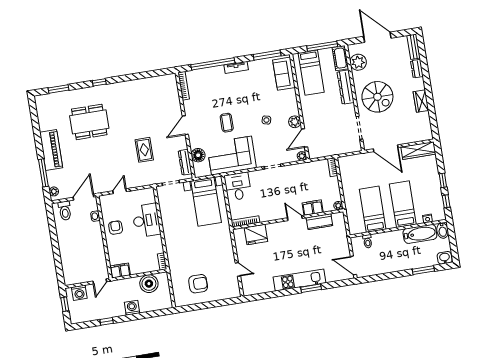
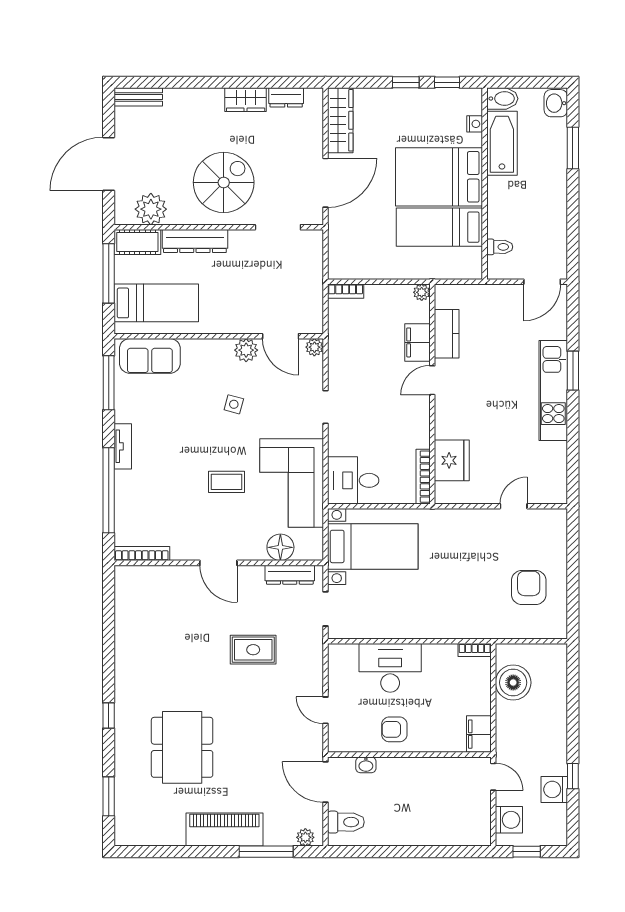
dresser: (417, 69) -> (286, 97), moved
bed: (403, 204) -> (439, 177), width x1.50
washing machine: (132, 308) -> (554, 789), moved

